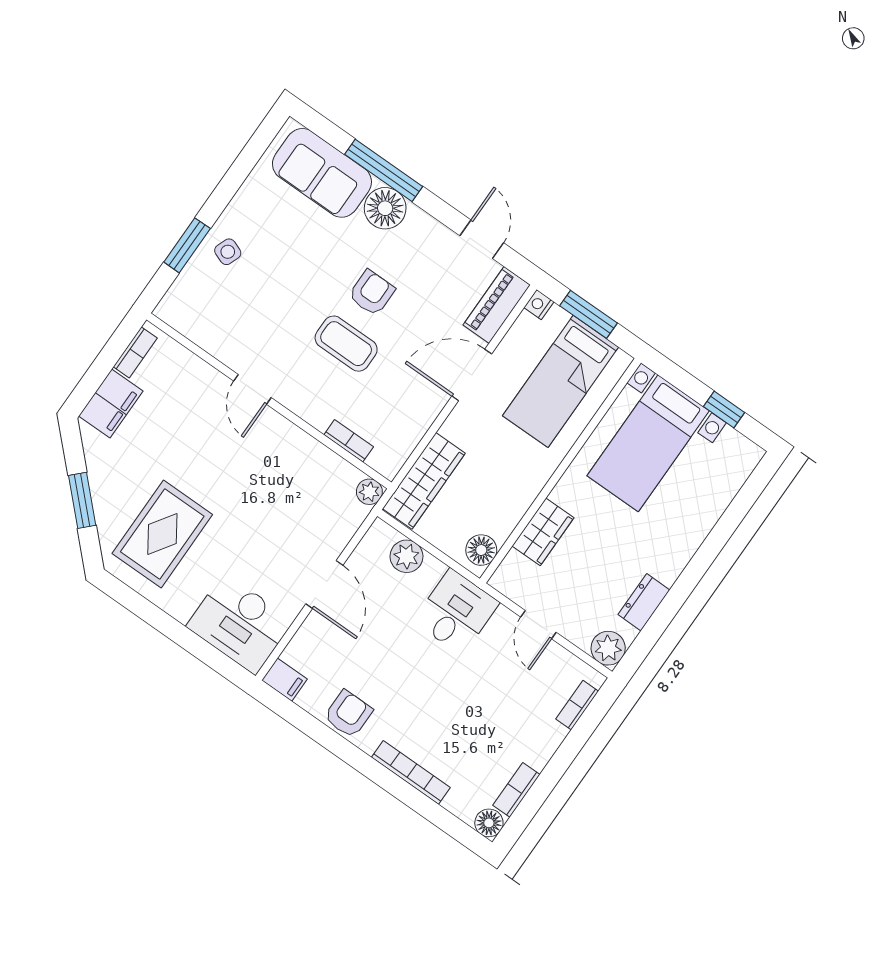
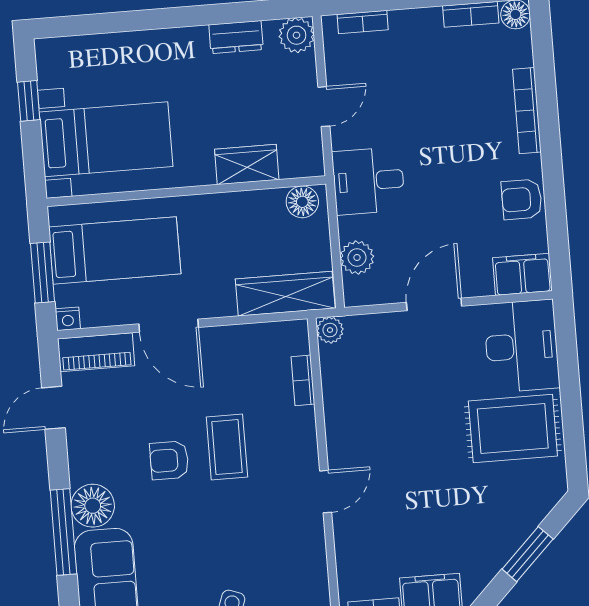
rug: (162, 534) -> (513, 429), moved
filing cabinet: (284, 680) -> (522, 274), width x2.00

